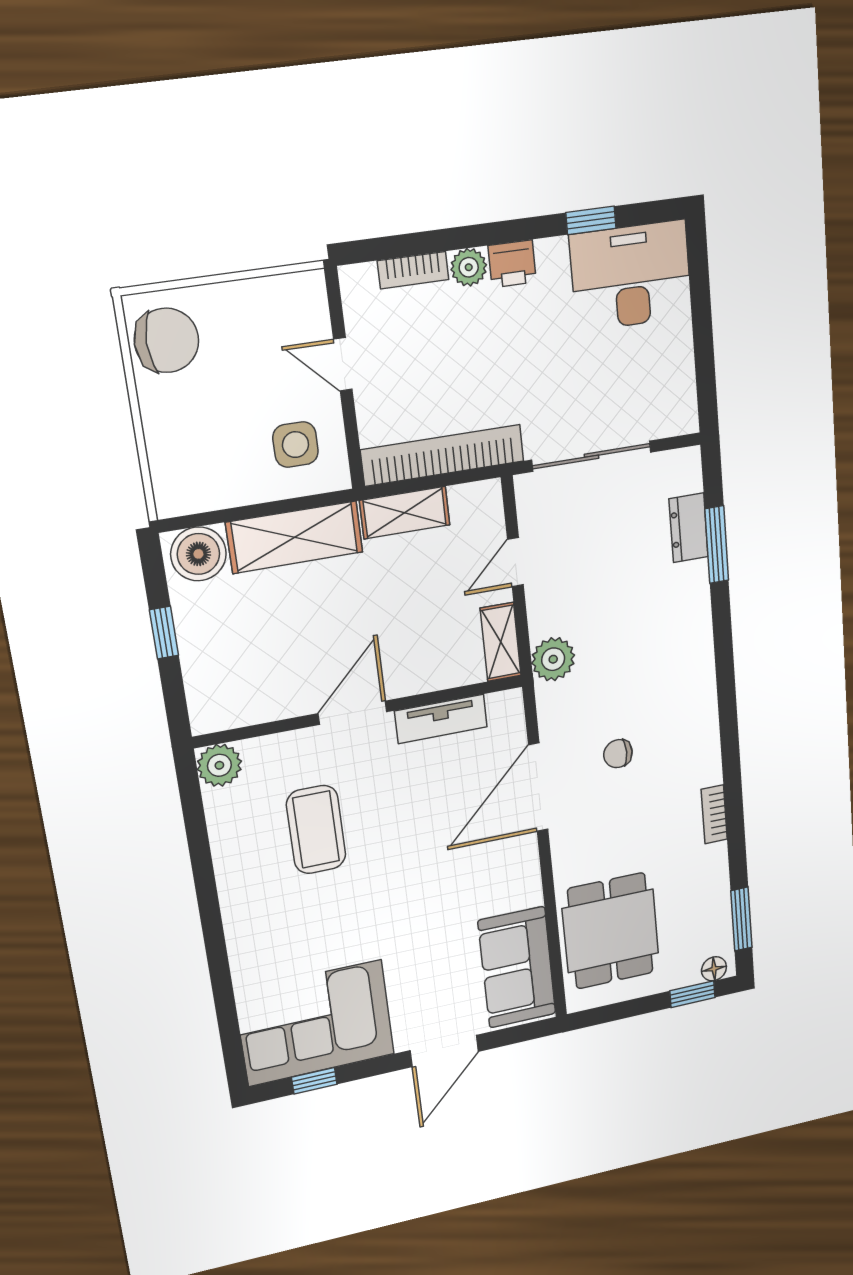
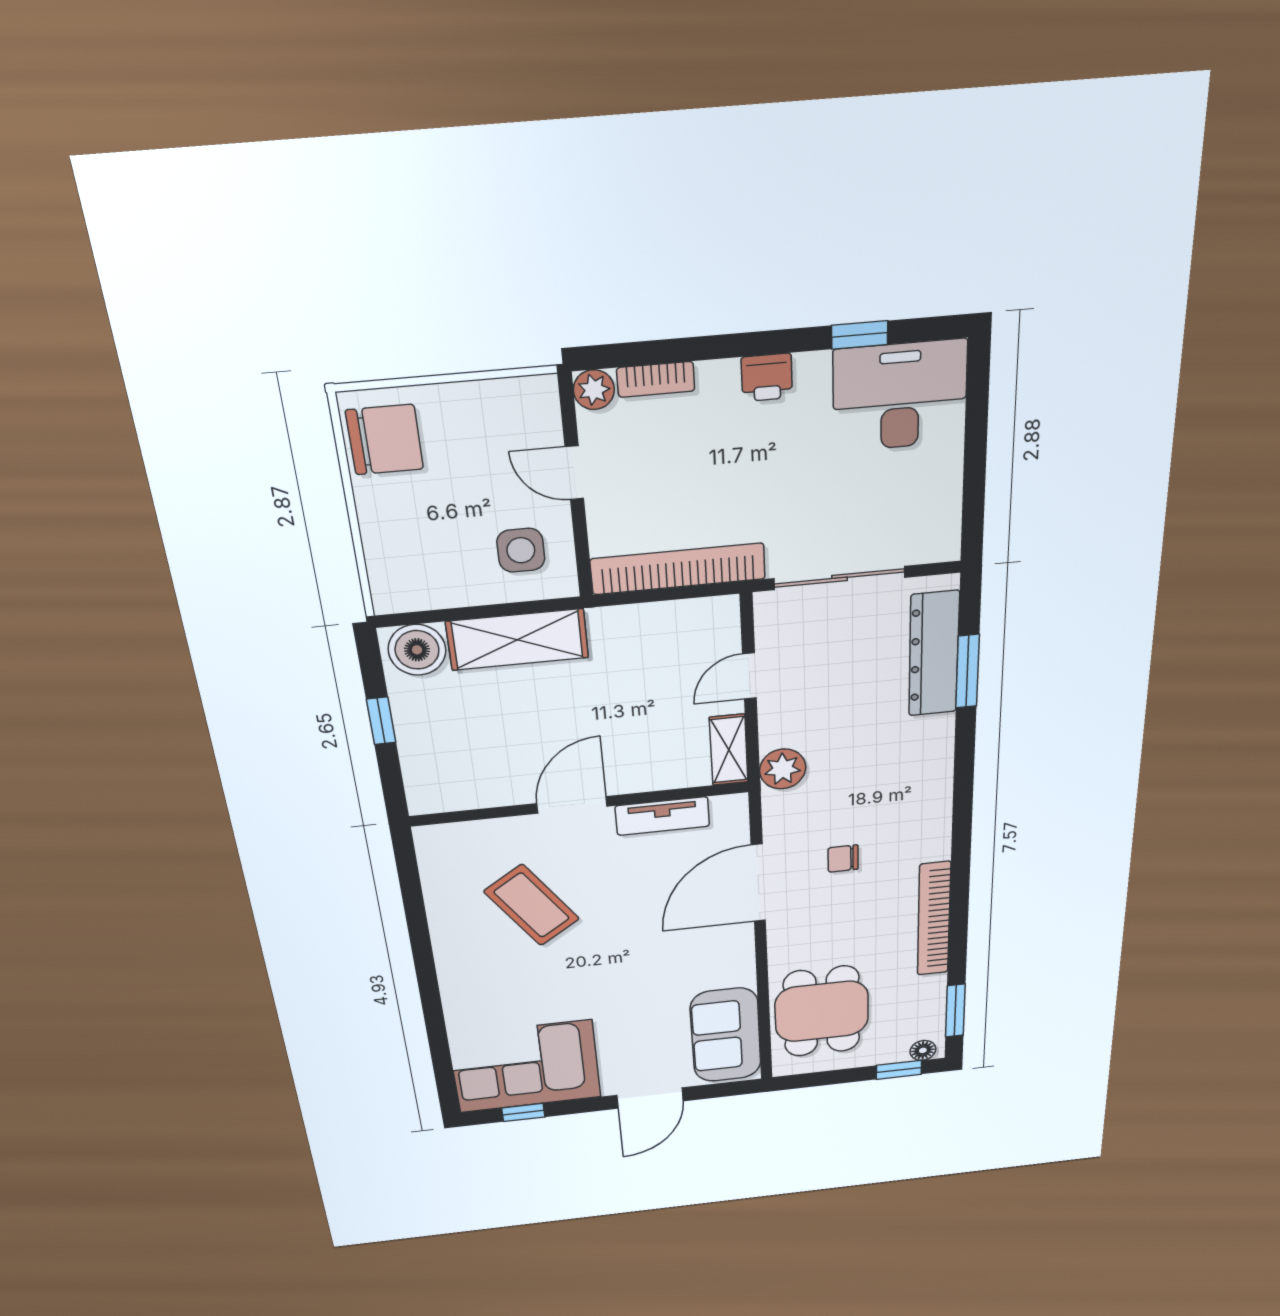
plant: (469, 267) -> (594, 390), moved
shelving: (405, 513) -> (635, 622), removed
dresser: (689, 528) -> (934, 654), width x1.96, depth x1.24
plant: (219, 765) -> (436, 843), removed
bookcase: (714, 814) -> (934, 919), width x2.31, depth x1.31
coffee table: (316, 830) -> (532, 905), turned -34

